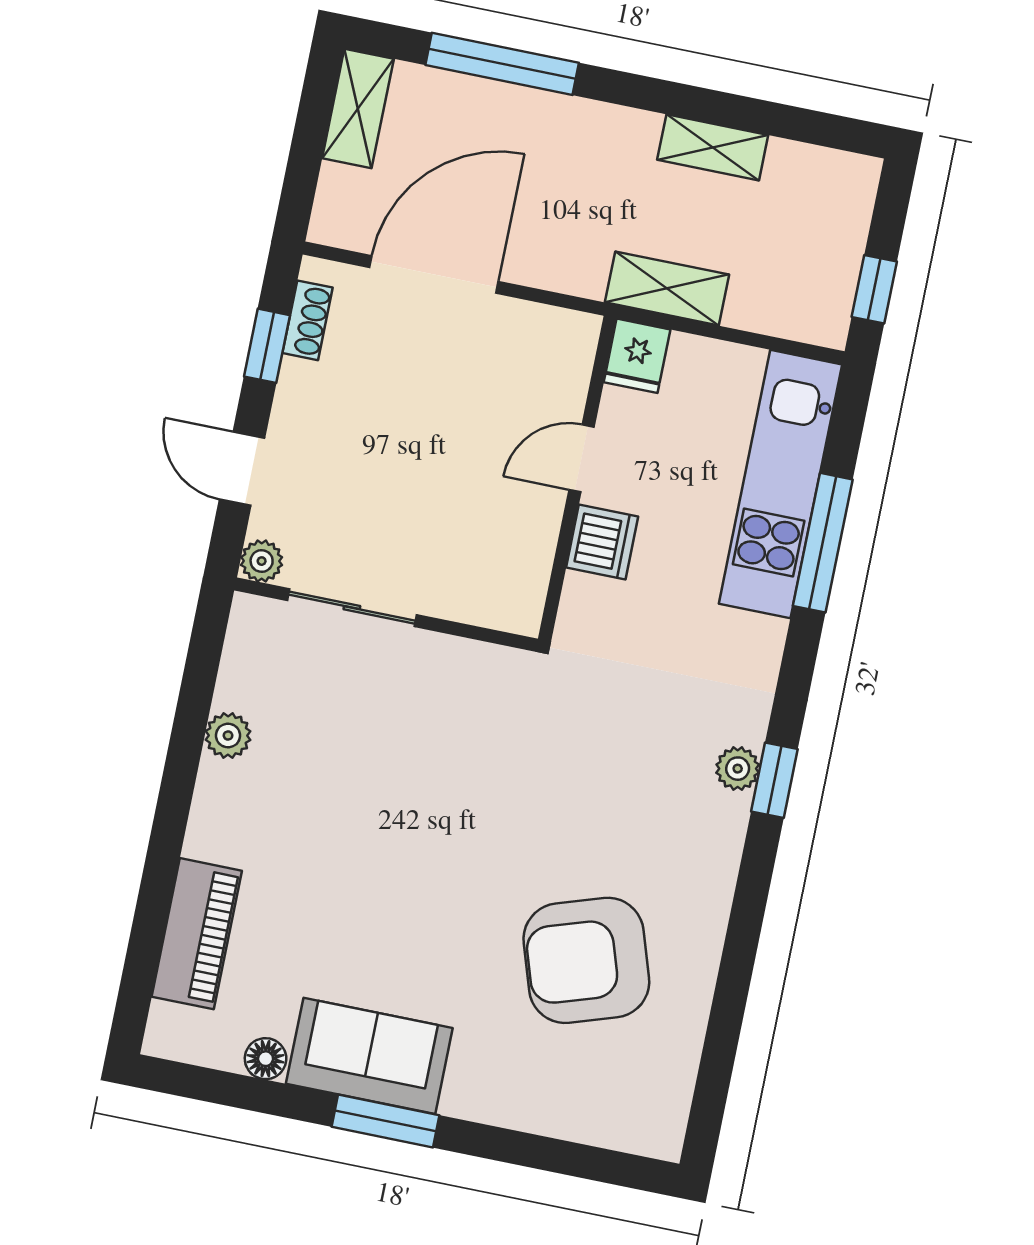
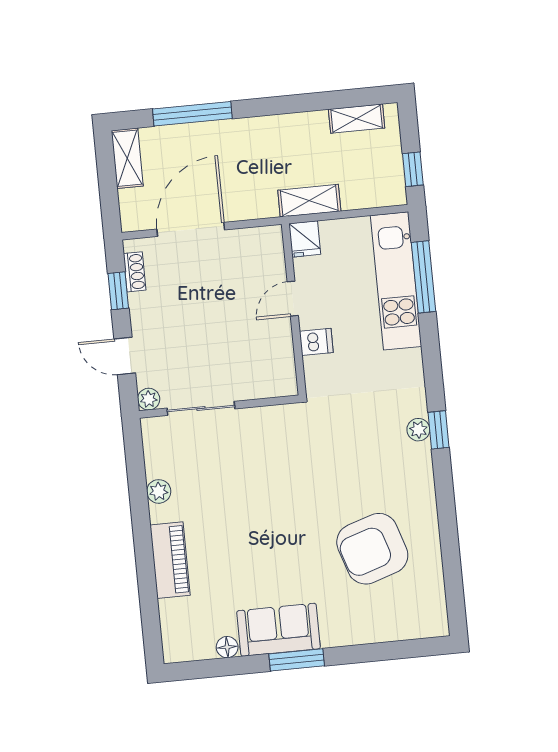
shelving: (713, 147) -> (357, 119), moved
dishwasher: (602, 542) -> (316, 342), width x0.73
window: (823, 543) -> (424, 277), moved
piano: (197, 934) -> (170, 560), moved

